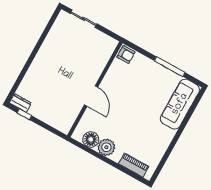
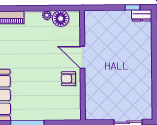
armchair: (126, 54) -> (68, 79), moved
plant: (106, 147) -> (47, 15), width x0.53, depth x0.53

